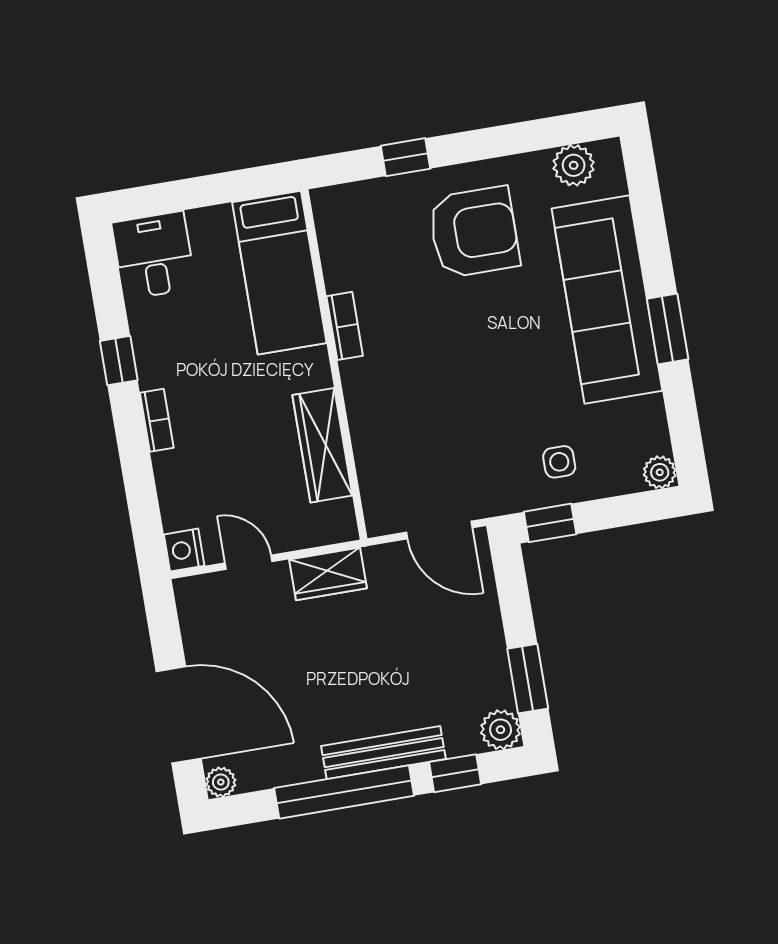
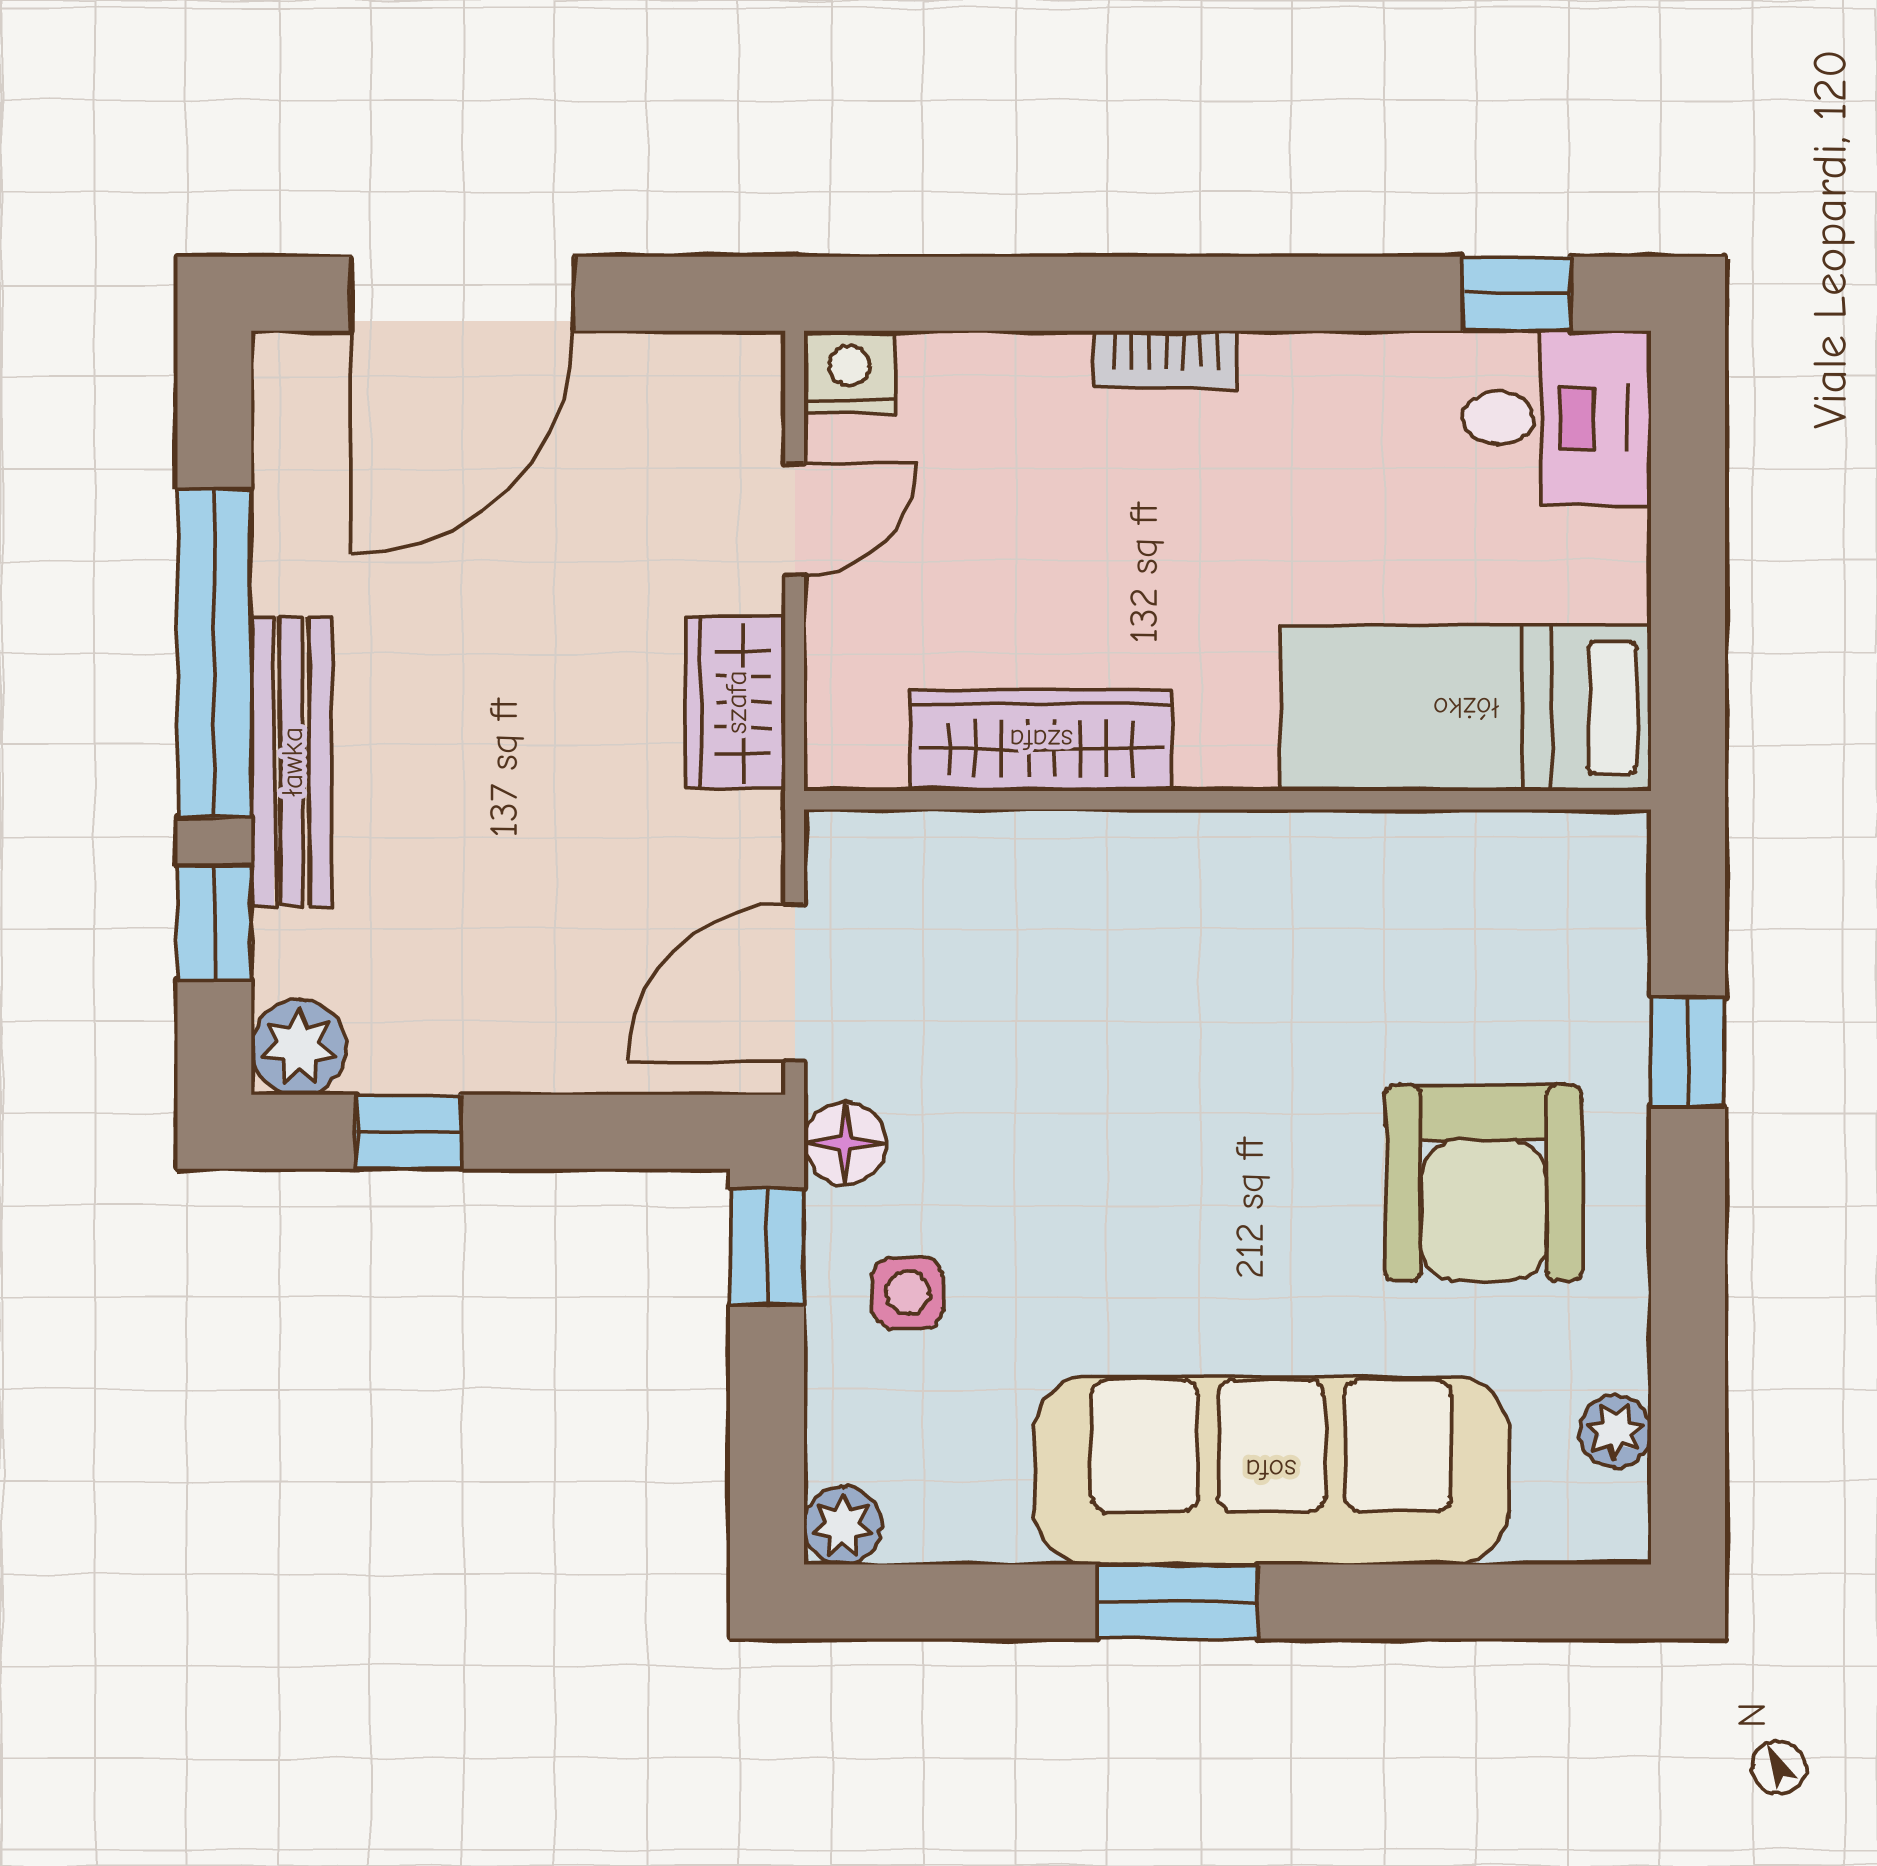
plant: (574, 165) -> (1615, 1432), width x0.73, depth x0.73
bookcase: (345, 326) -> (1314, 841), removed
window: (119, 361) -> (1517, 294), moved
floor lamp: (502, 498) -> (845, 1143), added
window: (528, 679) -> (408, 1132), width x0.67
plant: (221, 782) -> (287, 366), removed

